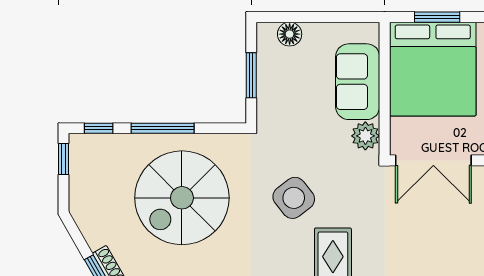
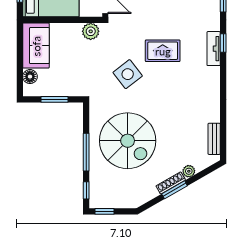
sofa: (358, 82) -> (36, 46), moved, turned -90

